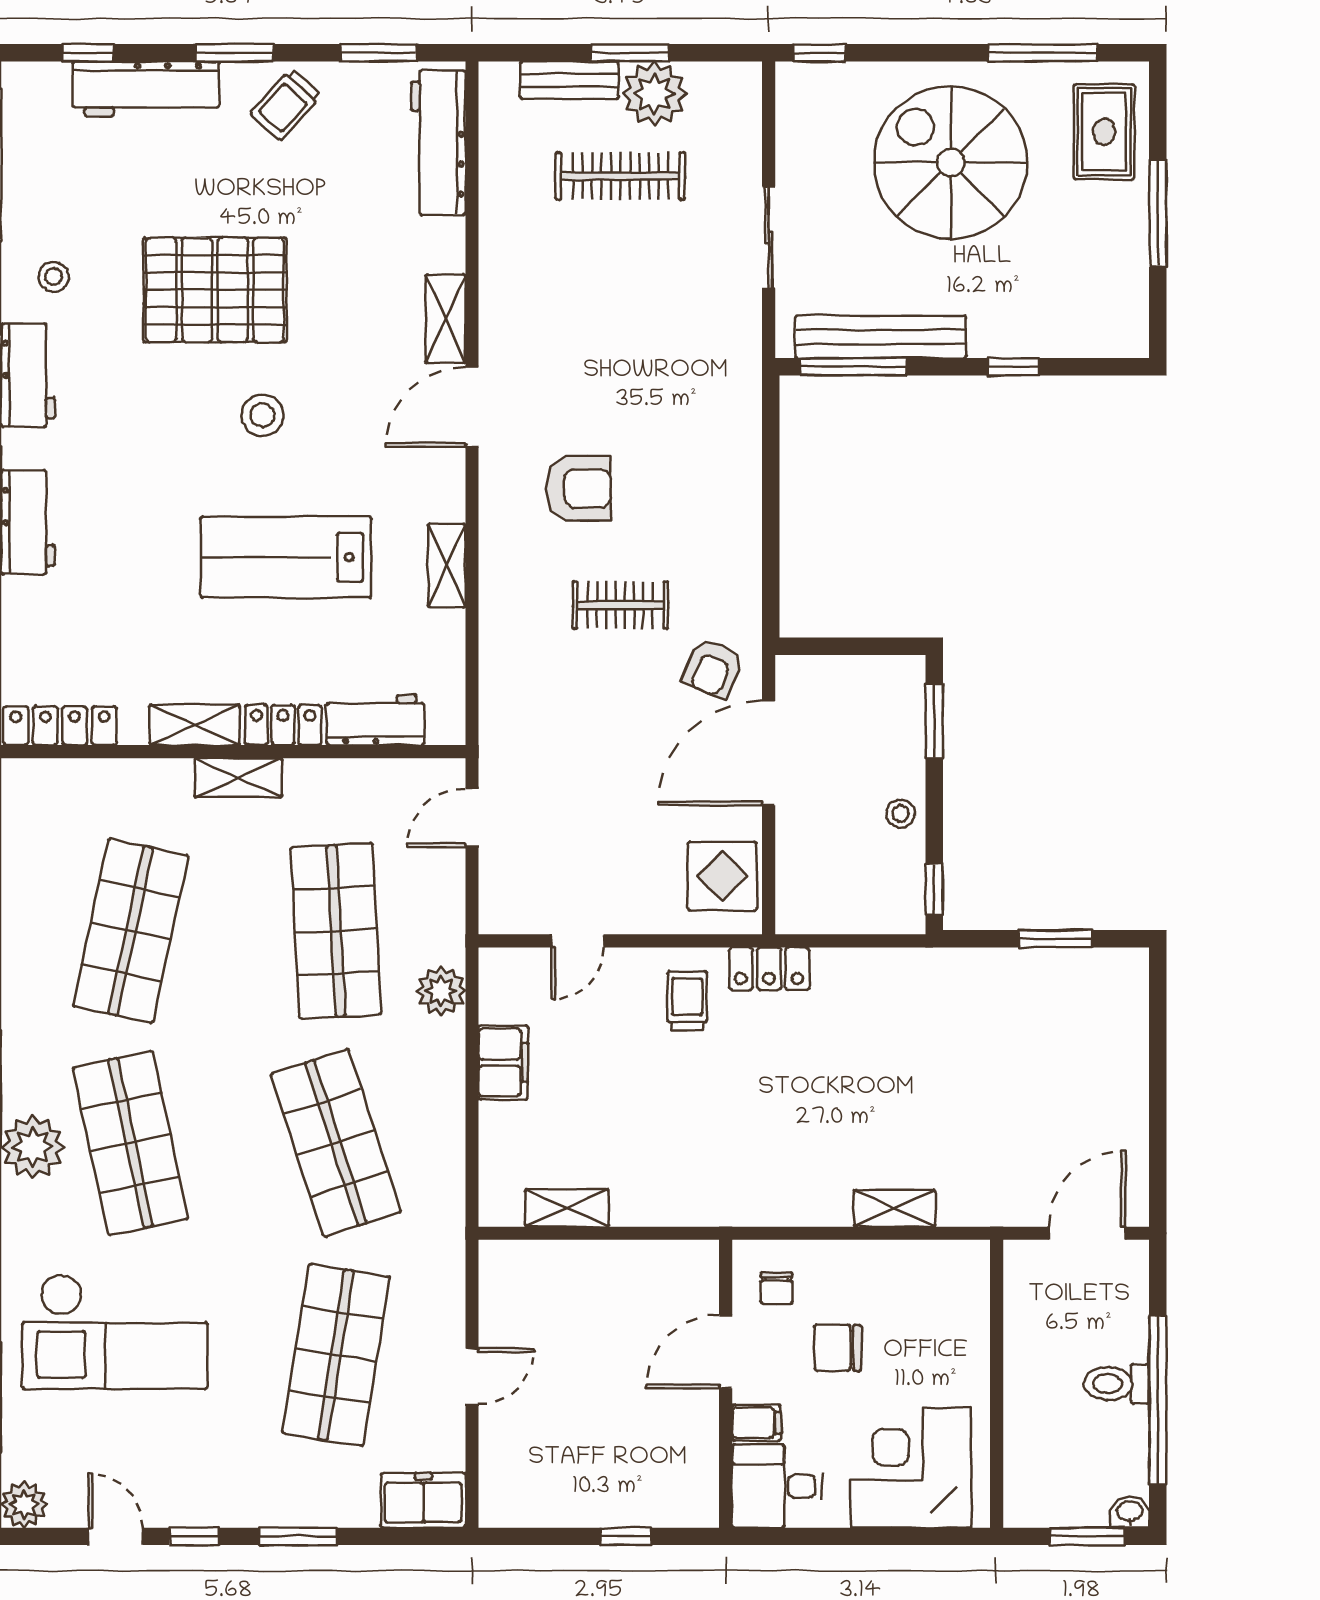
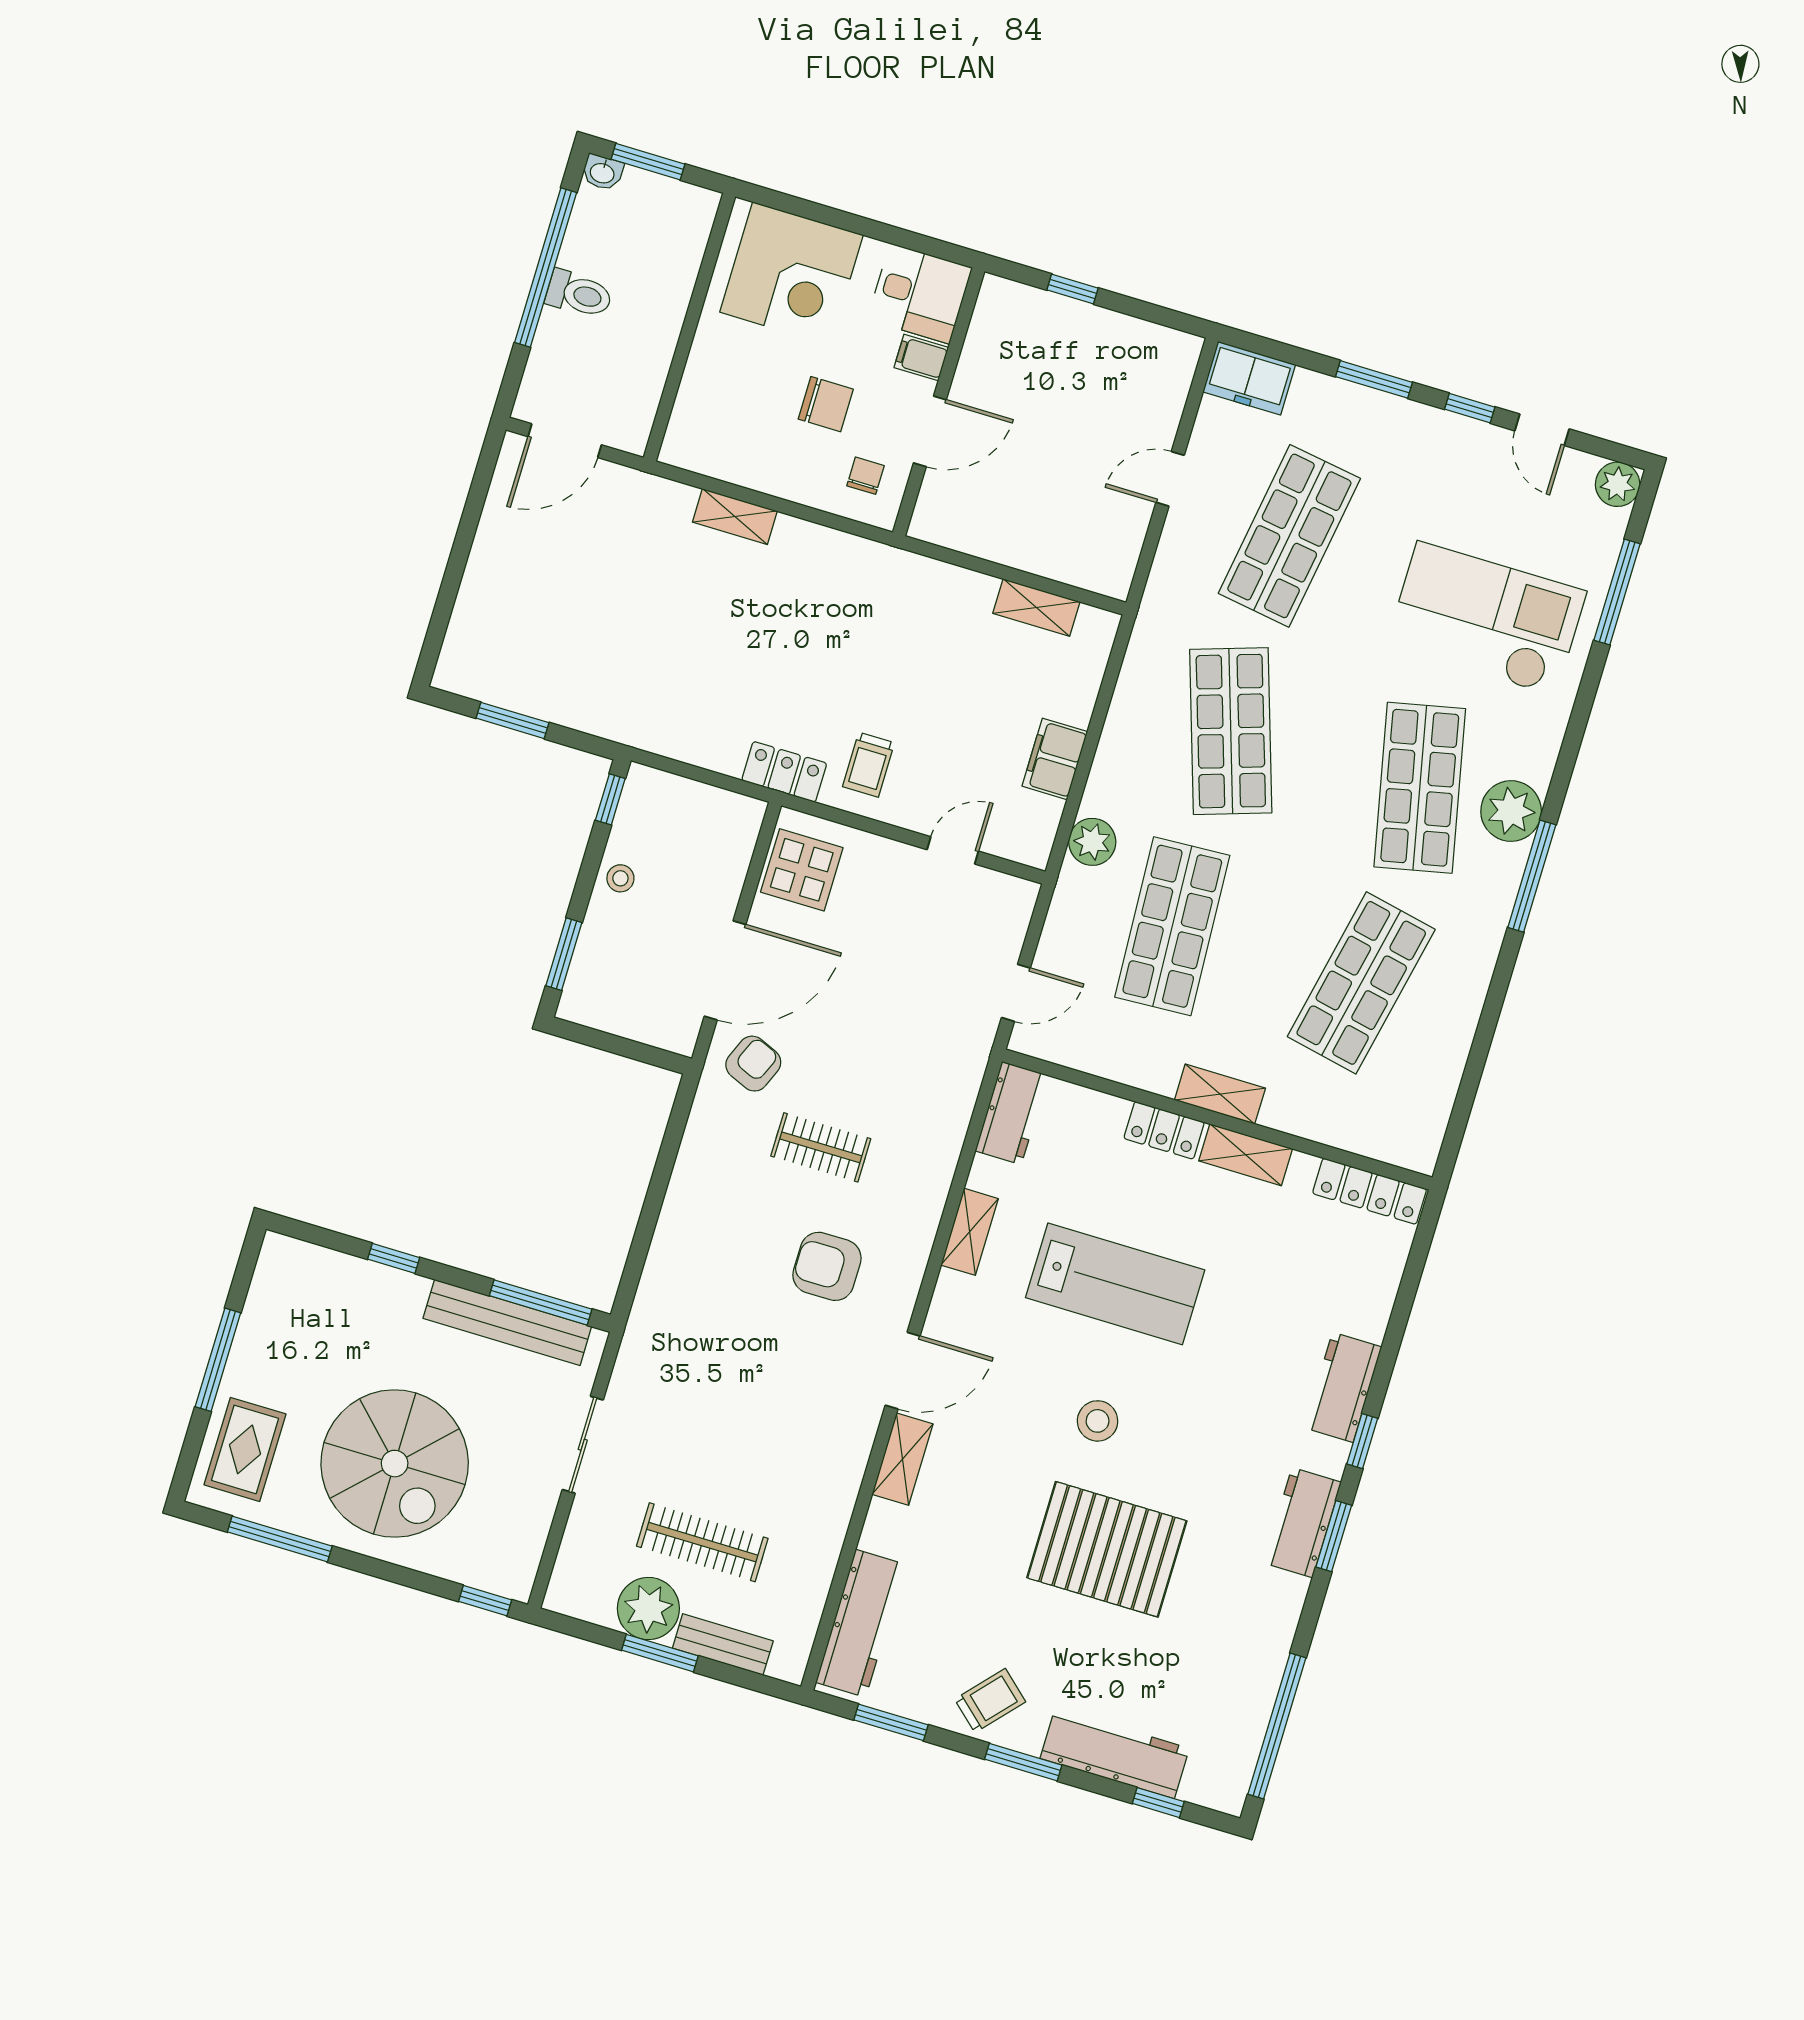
stool: (54, 277) -> (1251, 1606), removed
workbench: (375, 720) -> (1012, 1113), moved, turned -90

